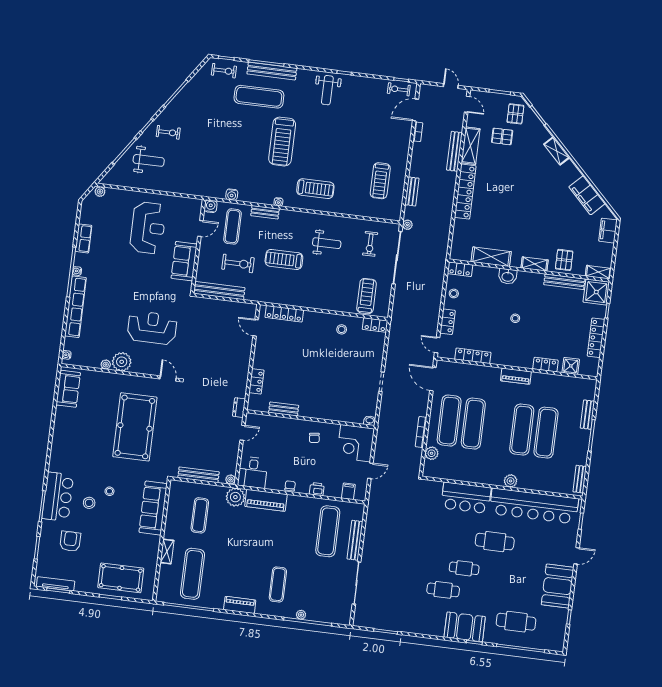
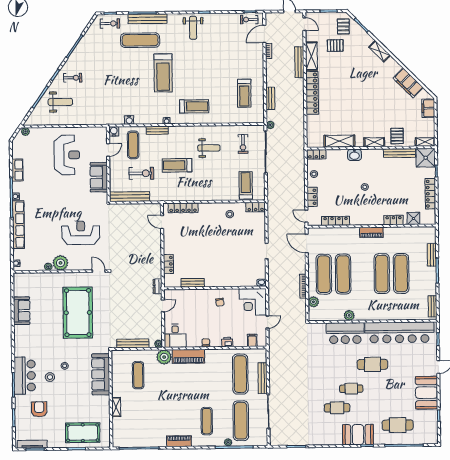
sofa: (68, 389) -> (22, 311), moved
plant: (511, 481) -> (349, 315), moved
exercise mat: (193, 574) -> (241, 421), moved

